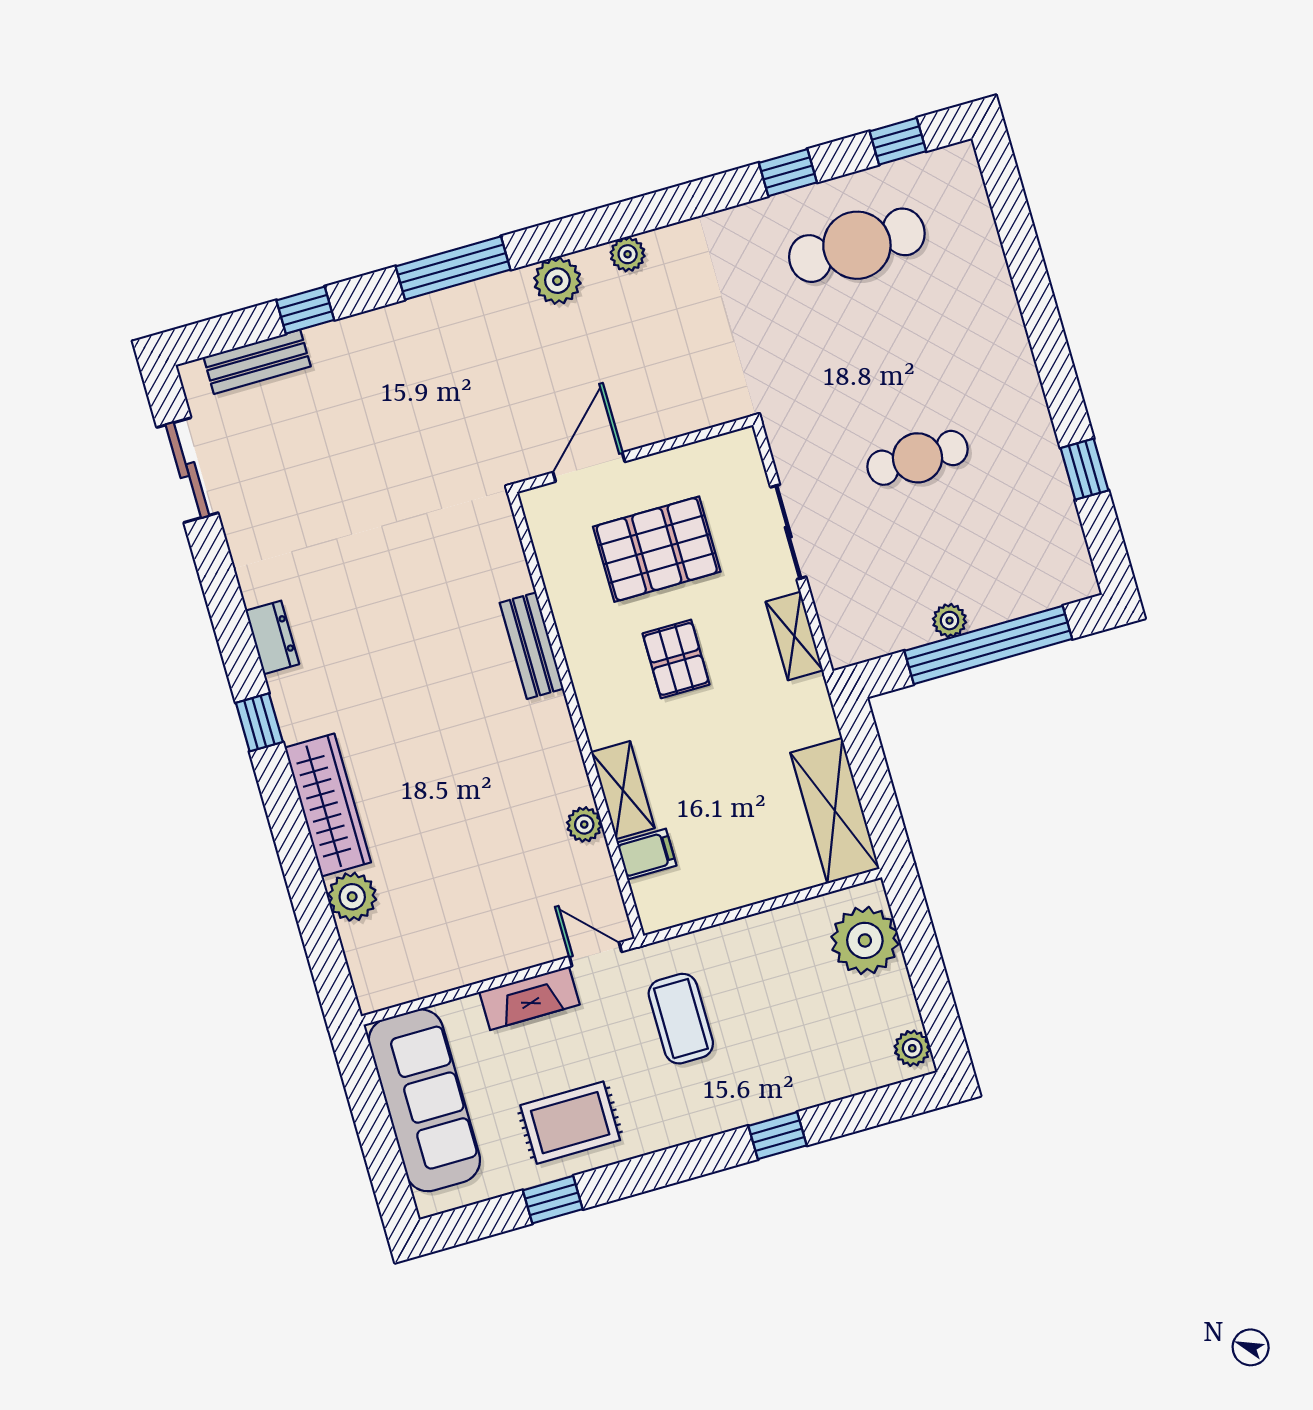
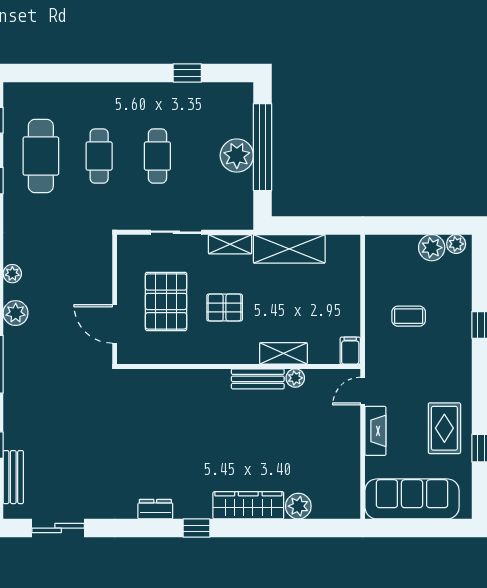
cafe table: (887, 352) -> (99, 156), added
plant: (950, 621) -> (237, 156), width x1.87, depth x1.87
bench: (532, 646) -> (258, 379), moved
shelving: (835, 811) -> (289, 249), moved
filing cabinet: (647, 854) -> (350, 351), moved
plant: (865, 940) -> (432, 248), moved, width x0.73, depth x0.73
coffee table: (681, 1019) -> (409, 316), moved, width x0.73, depth x0.77

